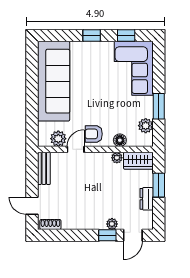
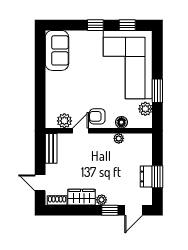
corner sofa: (134, 68) -> (128, 65), width x1.36, depth x1.36
sofa: (54, 81) -> (57, 50), width x0.54, depth x0.79
wardrobe: (138, 161) -> (82, 197), moved, turned 180
window: (159, 185) -> (157, 177), moved
plant: (112, 224) -> (102, 200), moved

